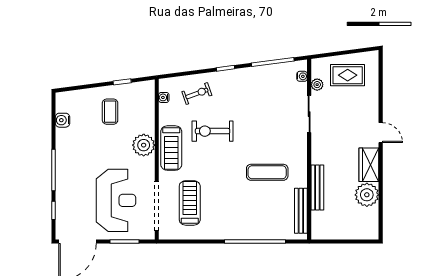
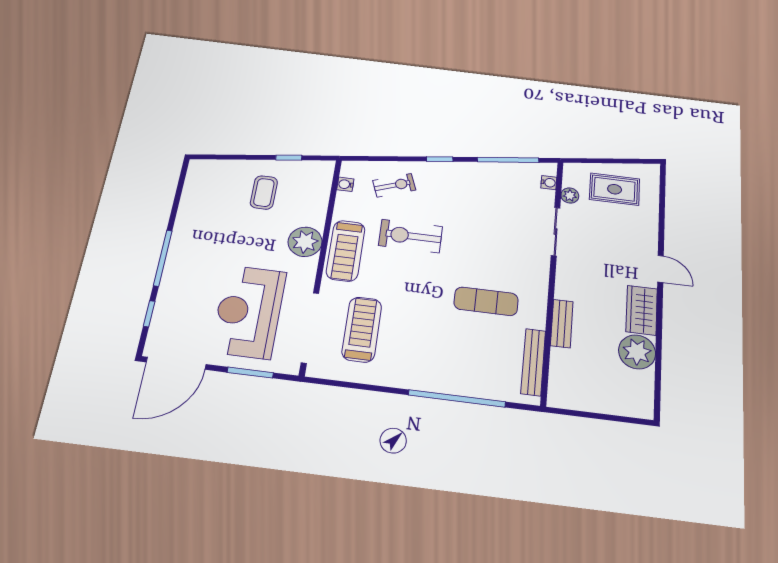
water cooler: (62, 120) -> (192, 195), removed
bench: (317, 187) -> (562, 324), width x0.73
reception desk: (116, 200) -> (249, 312), turned 180

